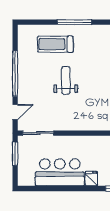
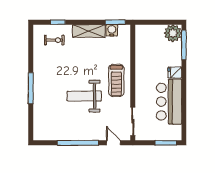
treadmill: (55, 44) -> (116, 80), moved
weight bench: (66, 80) -> (84, 96), width x1.36, depth x1.33
window: (15, 154) -> (166, 143), moved

